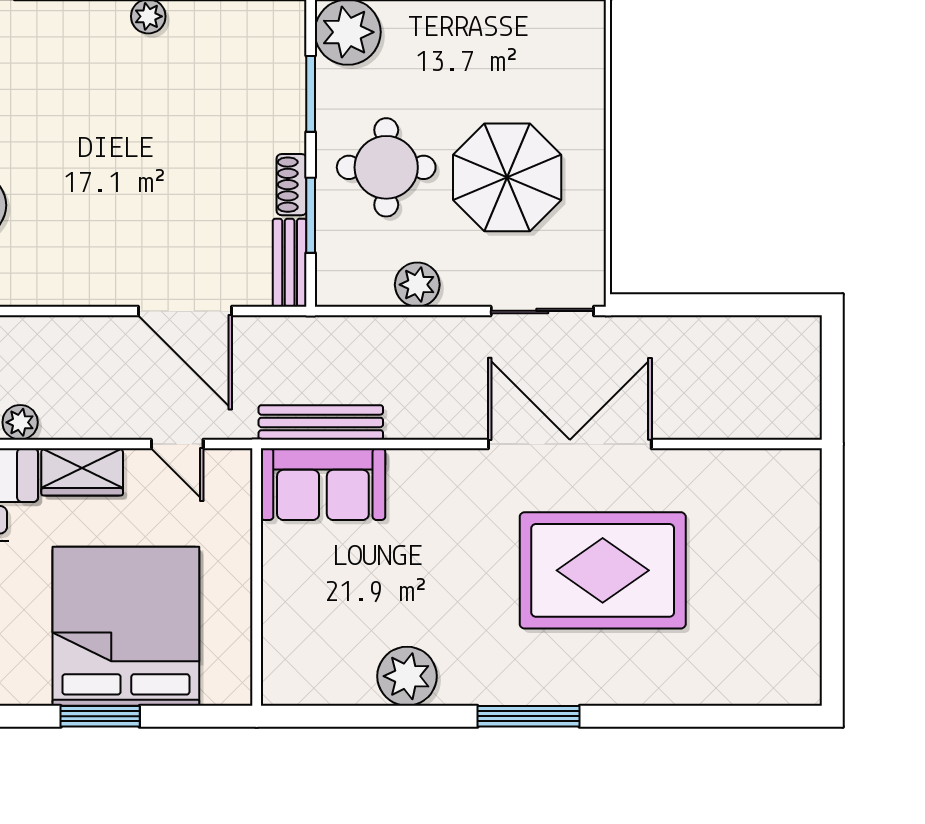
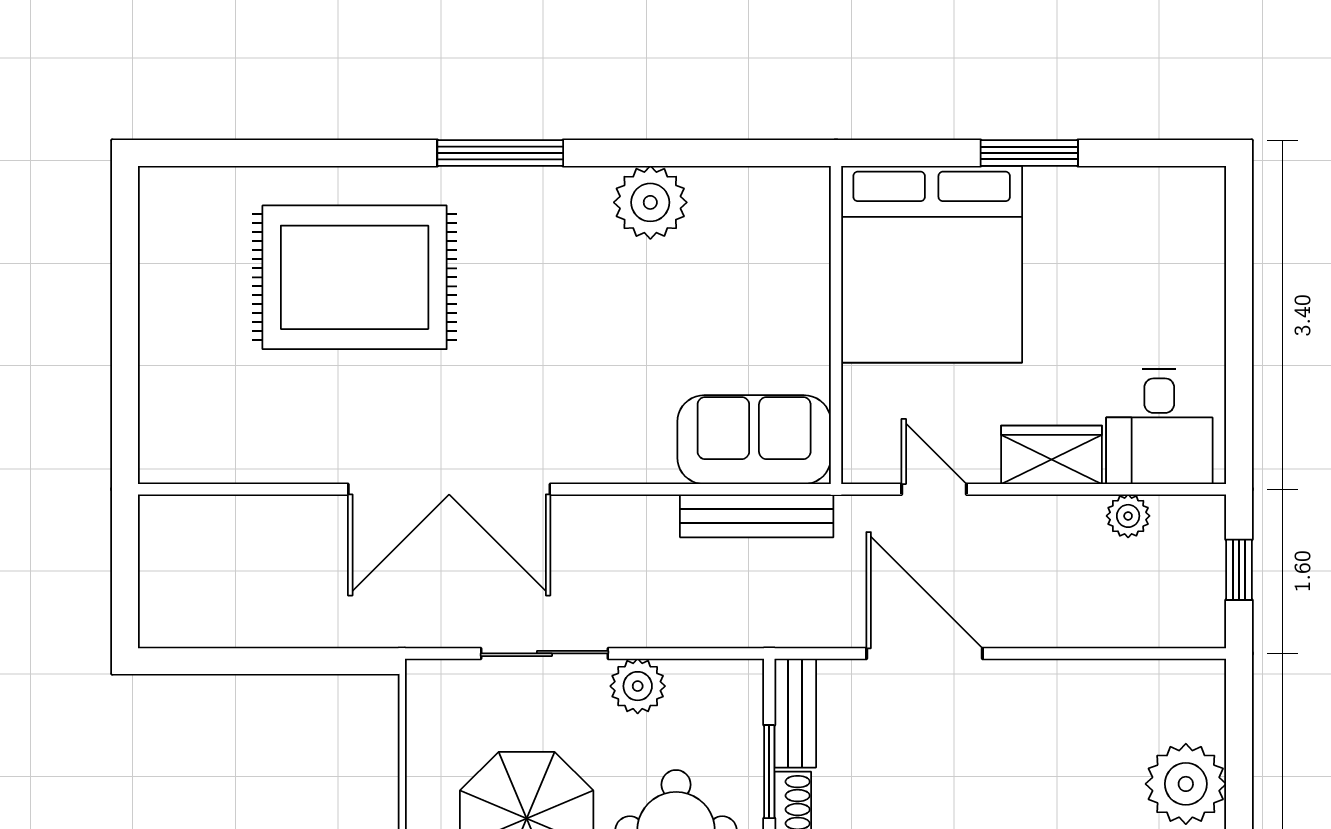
sliding door: (542, 311) -> (544, 653), moved
rug: (603, 570) -> (355, 277), moved
bed: (126, 626) -> (932, 264), moved

